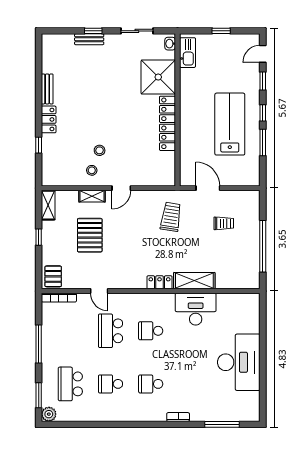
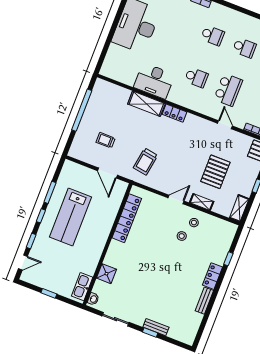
shower: (158, 77) -> (106, 274), width x0.54, depth x0.54
locker: (167, 123) -> (127, 218), moved

